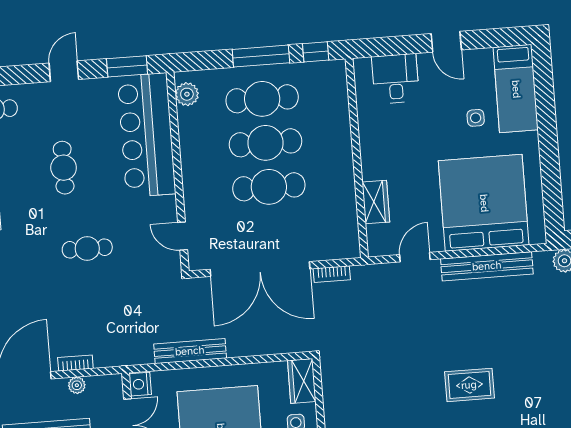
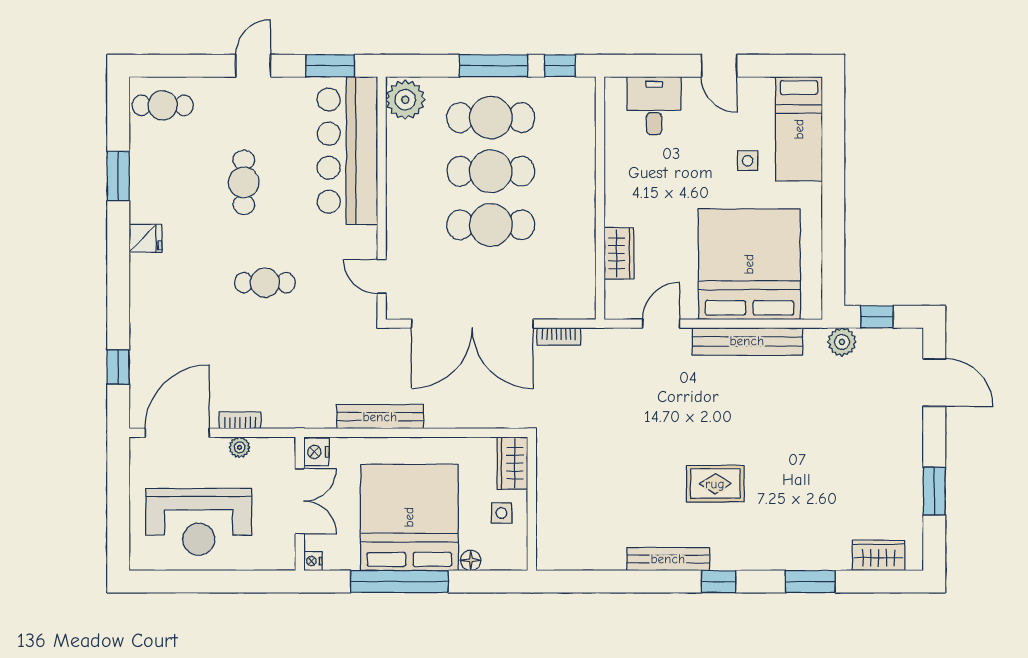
plant: (187, 94) -> (405, 100), width x1.36, depth x1.36

